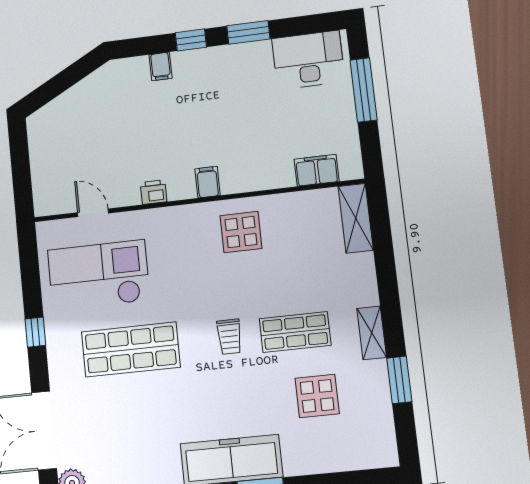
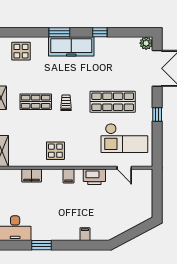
window: (191, 40) -> (69, 245), removed
filing cabinet: (317, 170) -> (32, 175), moved
printer: (154, 192) -> (94, 177), width x1.87, depth x1.48
display table: (317, 396) -> (21, 51), moved

